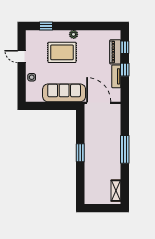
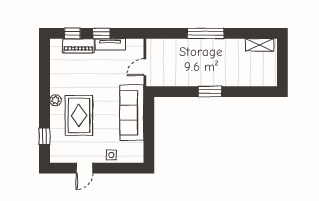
door: (99, 103) -> (145, 67), width x0.53

